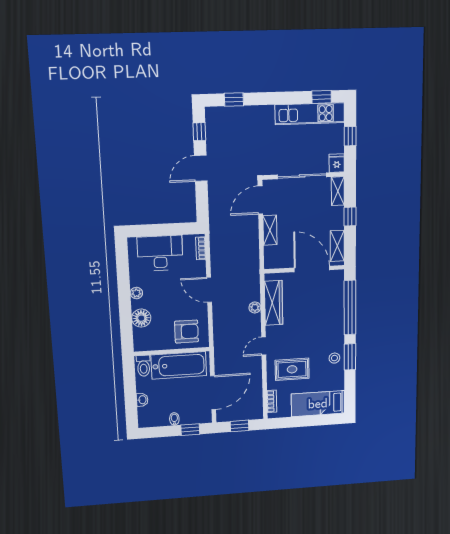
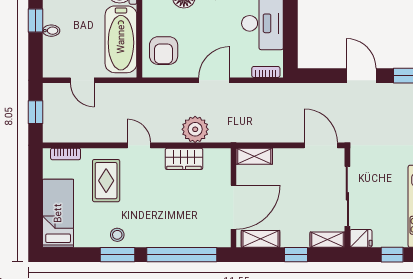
shelving: (270, 230) -> (254, 156), moved
wardrobe: (274, 303) -> (184, 159), width x0.67
plant: (255, 307) -> (195, 129), width x1.88, depth x1.88
door: (213, 393) -> (82, 80), width x0.53
window: (190, 430) -> (35, 21), moved

